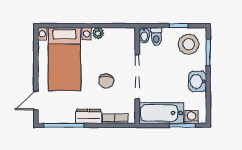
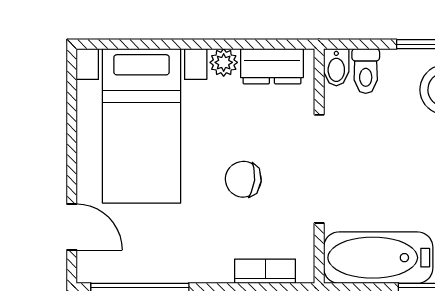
chair: (106, 81) -> (243, 179), turned 96
door: (36, 100) -> (72, 227), swing flipped
dresser: (89, 116) -> (272, 66), moved, turned 180

